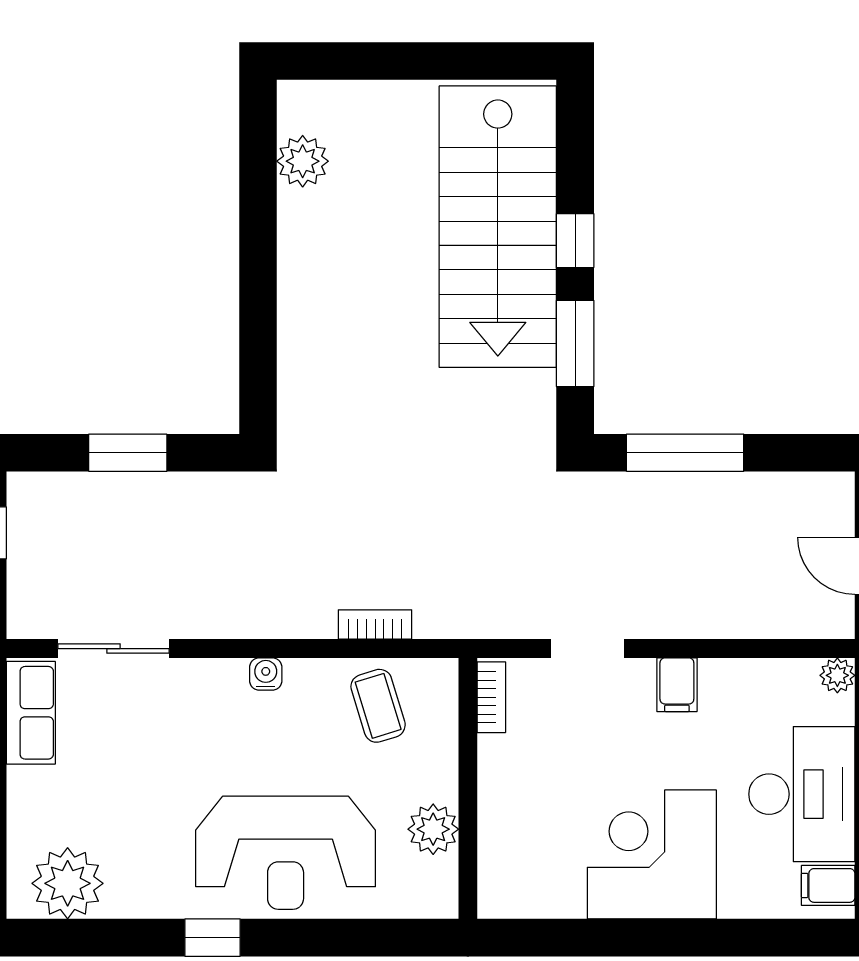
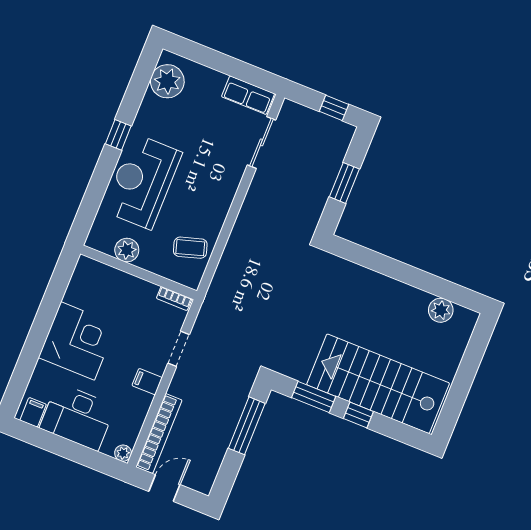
bookcase: (375, 625) -> (159, 434), moved, width x2.31, depth x1.31
water cooler: (266, 674) -> (224, 204), removed

